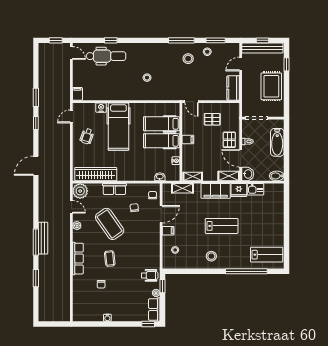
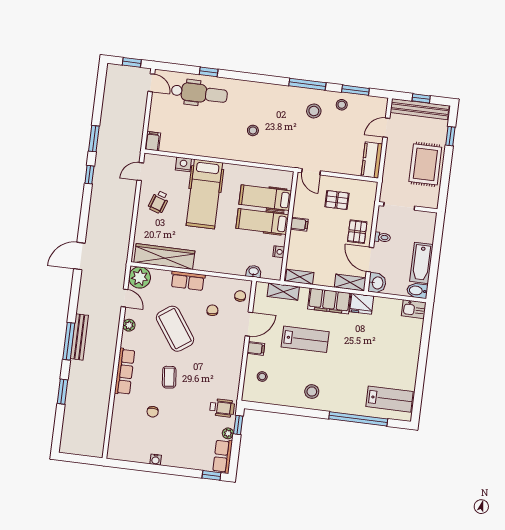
bathtub: (277, 142) -> (421, 263), moved
door: (36, 166) -> (79, 256), moved
kitchen sink: (255, 189) -> (414, 309), moved
lab bench: (222, 226) -> (305, 339), moved

